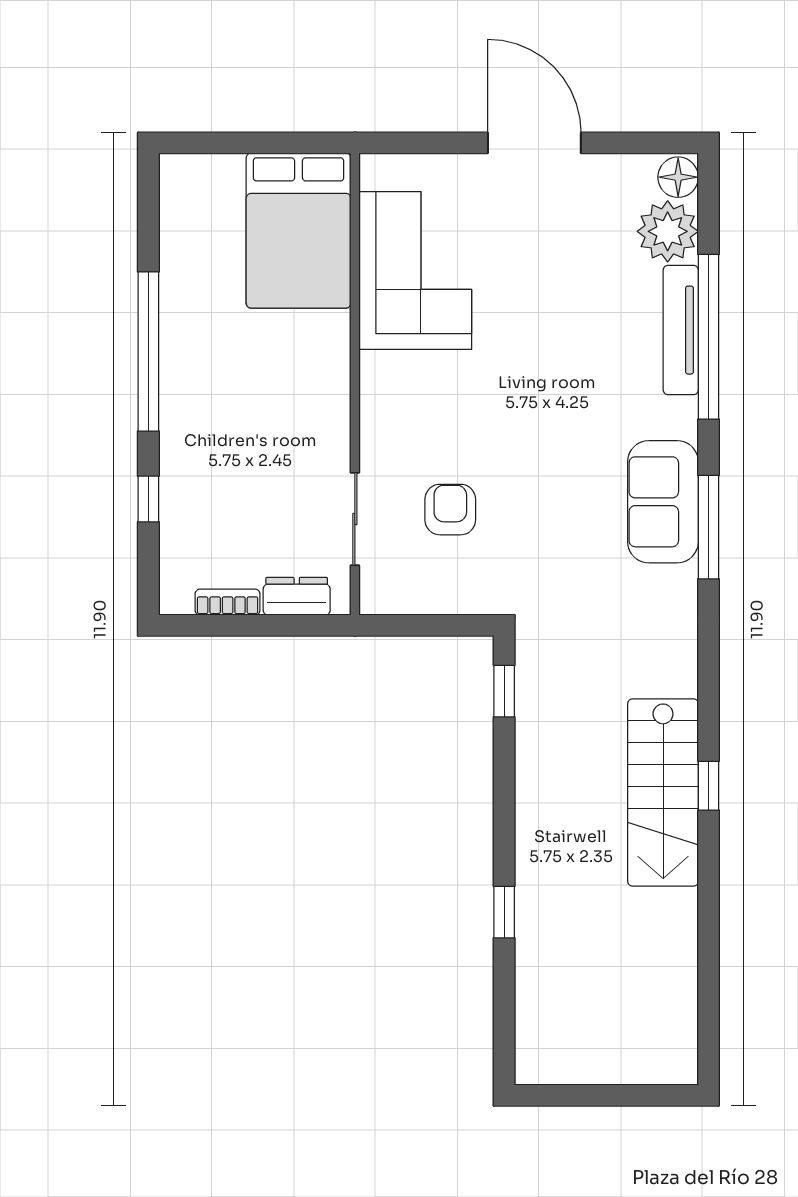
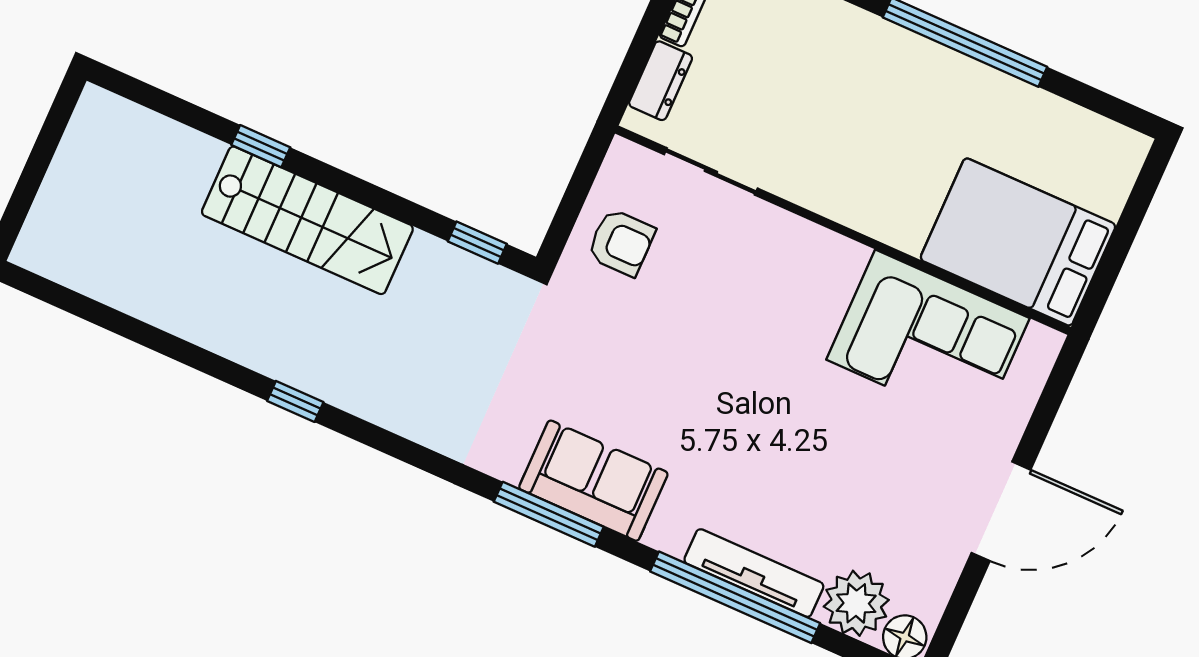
armchair: (450, 510) -> (621, 242), moved
stairs: (663, 792) -> (307, 220), moved, turned 180

